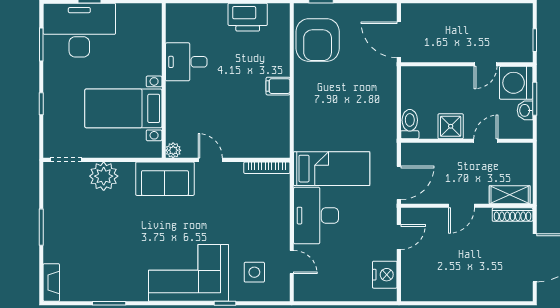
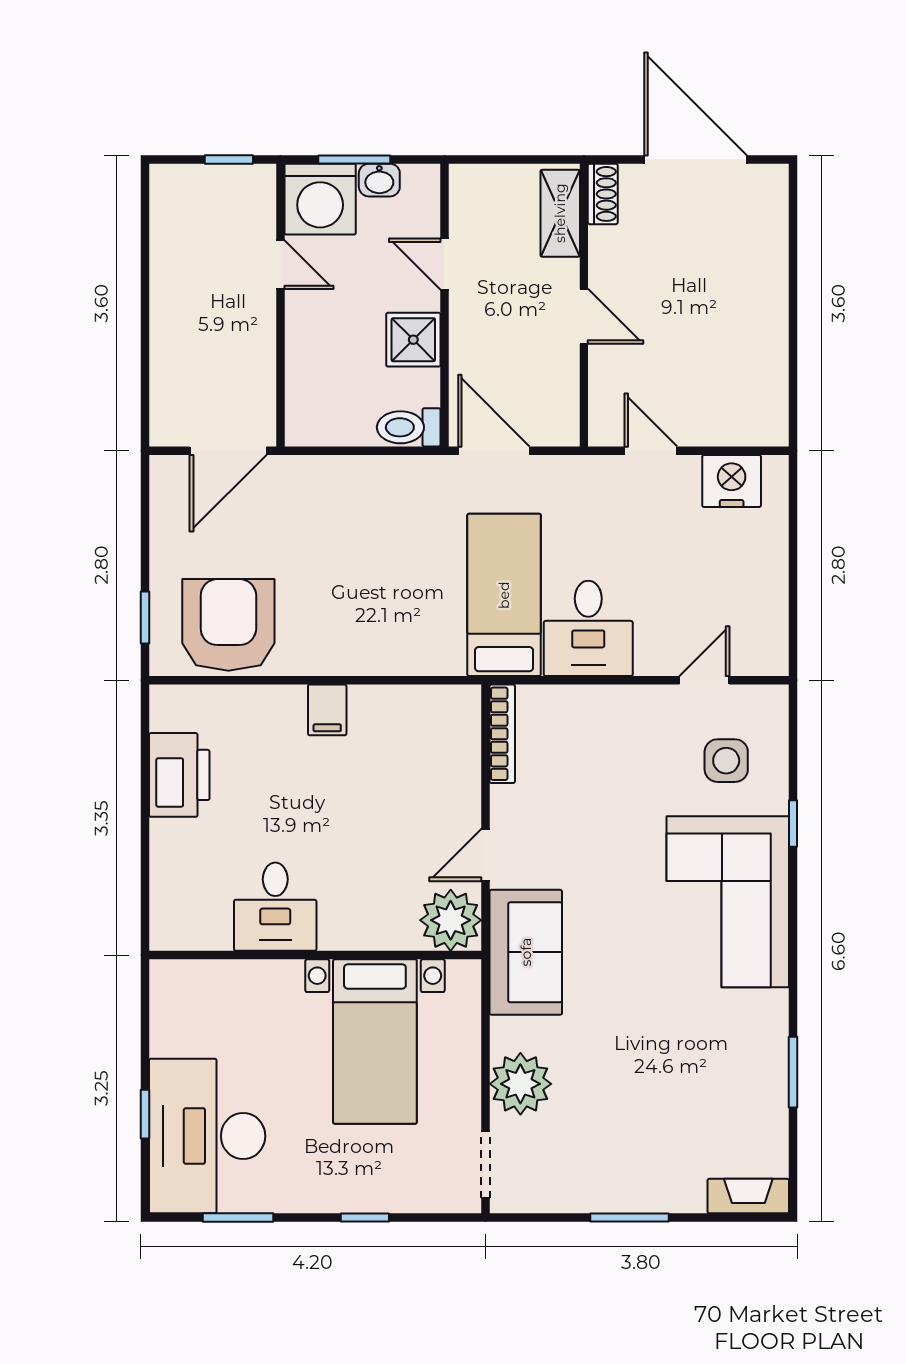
armchair: (318, 40) -> (228, 625), turned -90
plant: (173, 150) -> (451, 920), width x1.87, depth x1.87
door: (399, 183) -> (494, 451), moved
shoe rack: (513, 215) -> (603, 194), width x0.70
desk: (316, 216) -> (588, 628), width x0.73

